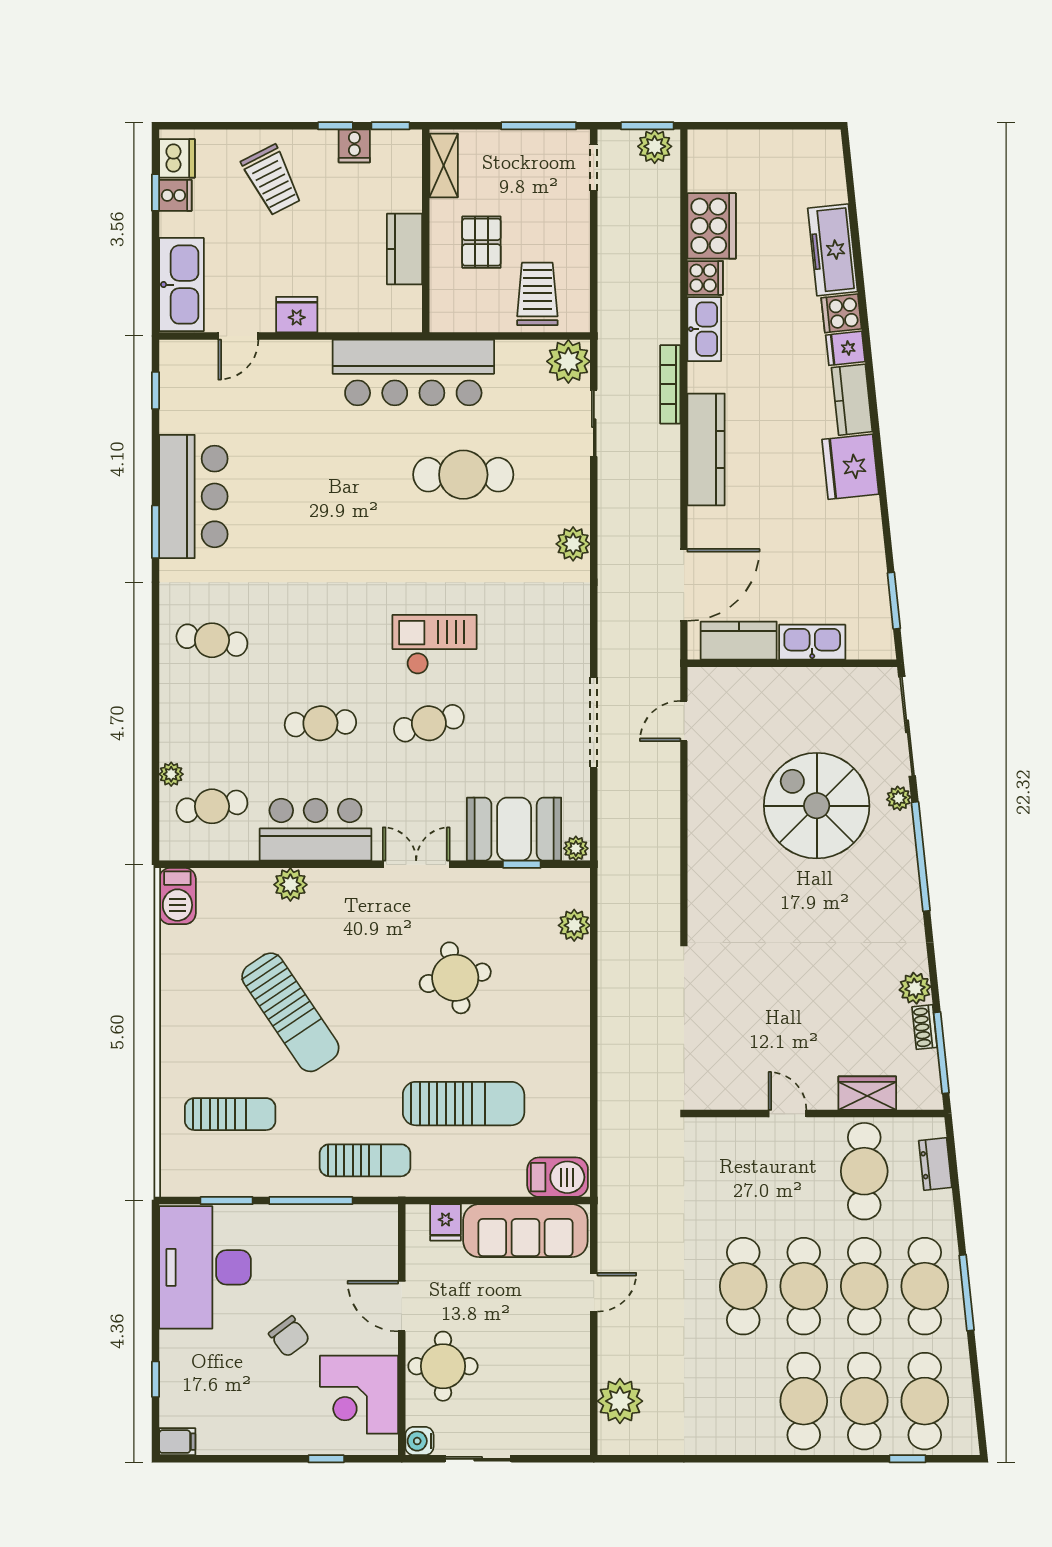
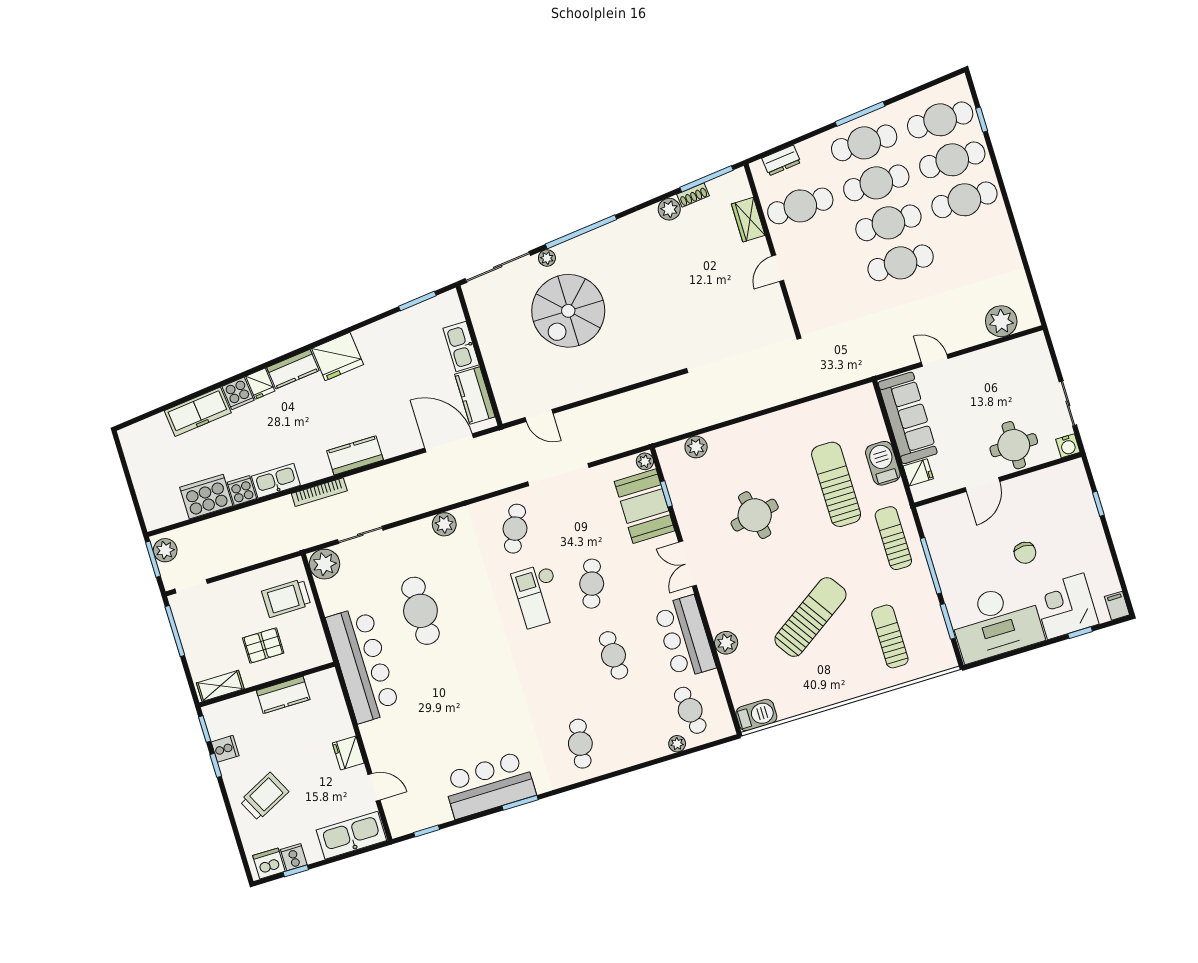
kitchen counter: (706, 449) -> (355, 455), width x0.67
cafe table: (537, 640) -> (515, 529), added
cafe table: (429, 723) -> (592, 584), turned 33
barbecue: (558, 1177) -> (883, 463), moved
chair: (289, 1337) -> (1025, 553), turned 127
corner desk: (359, 1395) -> (1066, 606), moved, turned 180

